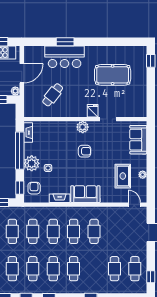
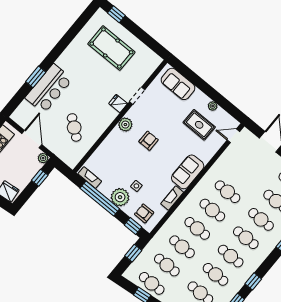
pool table: (113, 75) -> (111, 48), moved, turned 90
cafe table: (94, 269) -> (261, 219), added

